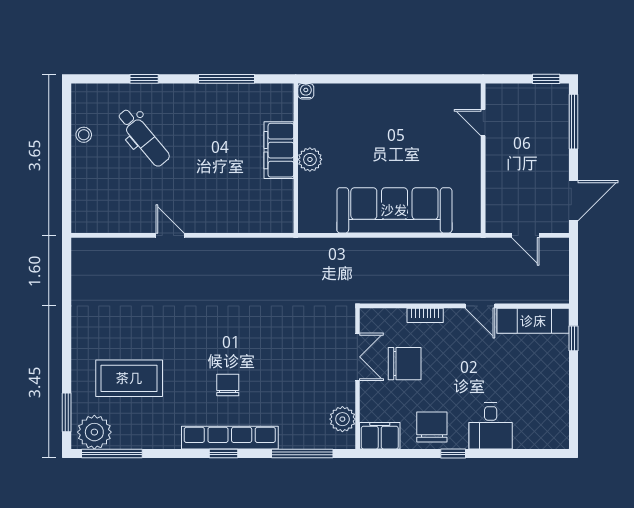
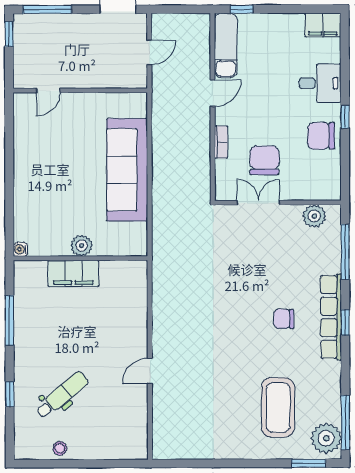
filing cabinet: (380, 436) -> (323, 25), moved, turned -90

